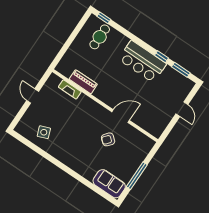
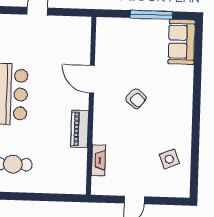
piano: (83, 82) -> (80, 129), moved
armchair: (108, 139) -> (136, 99), moved

